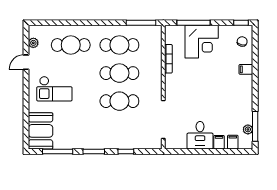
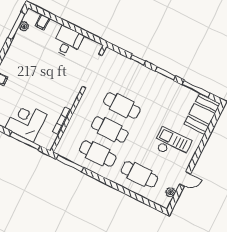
filing cabinet: (219, 142) -> (54, 28), removed

